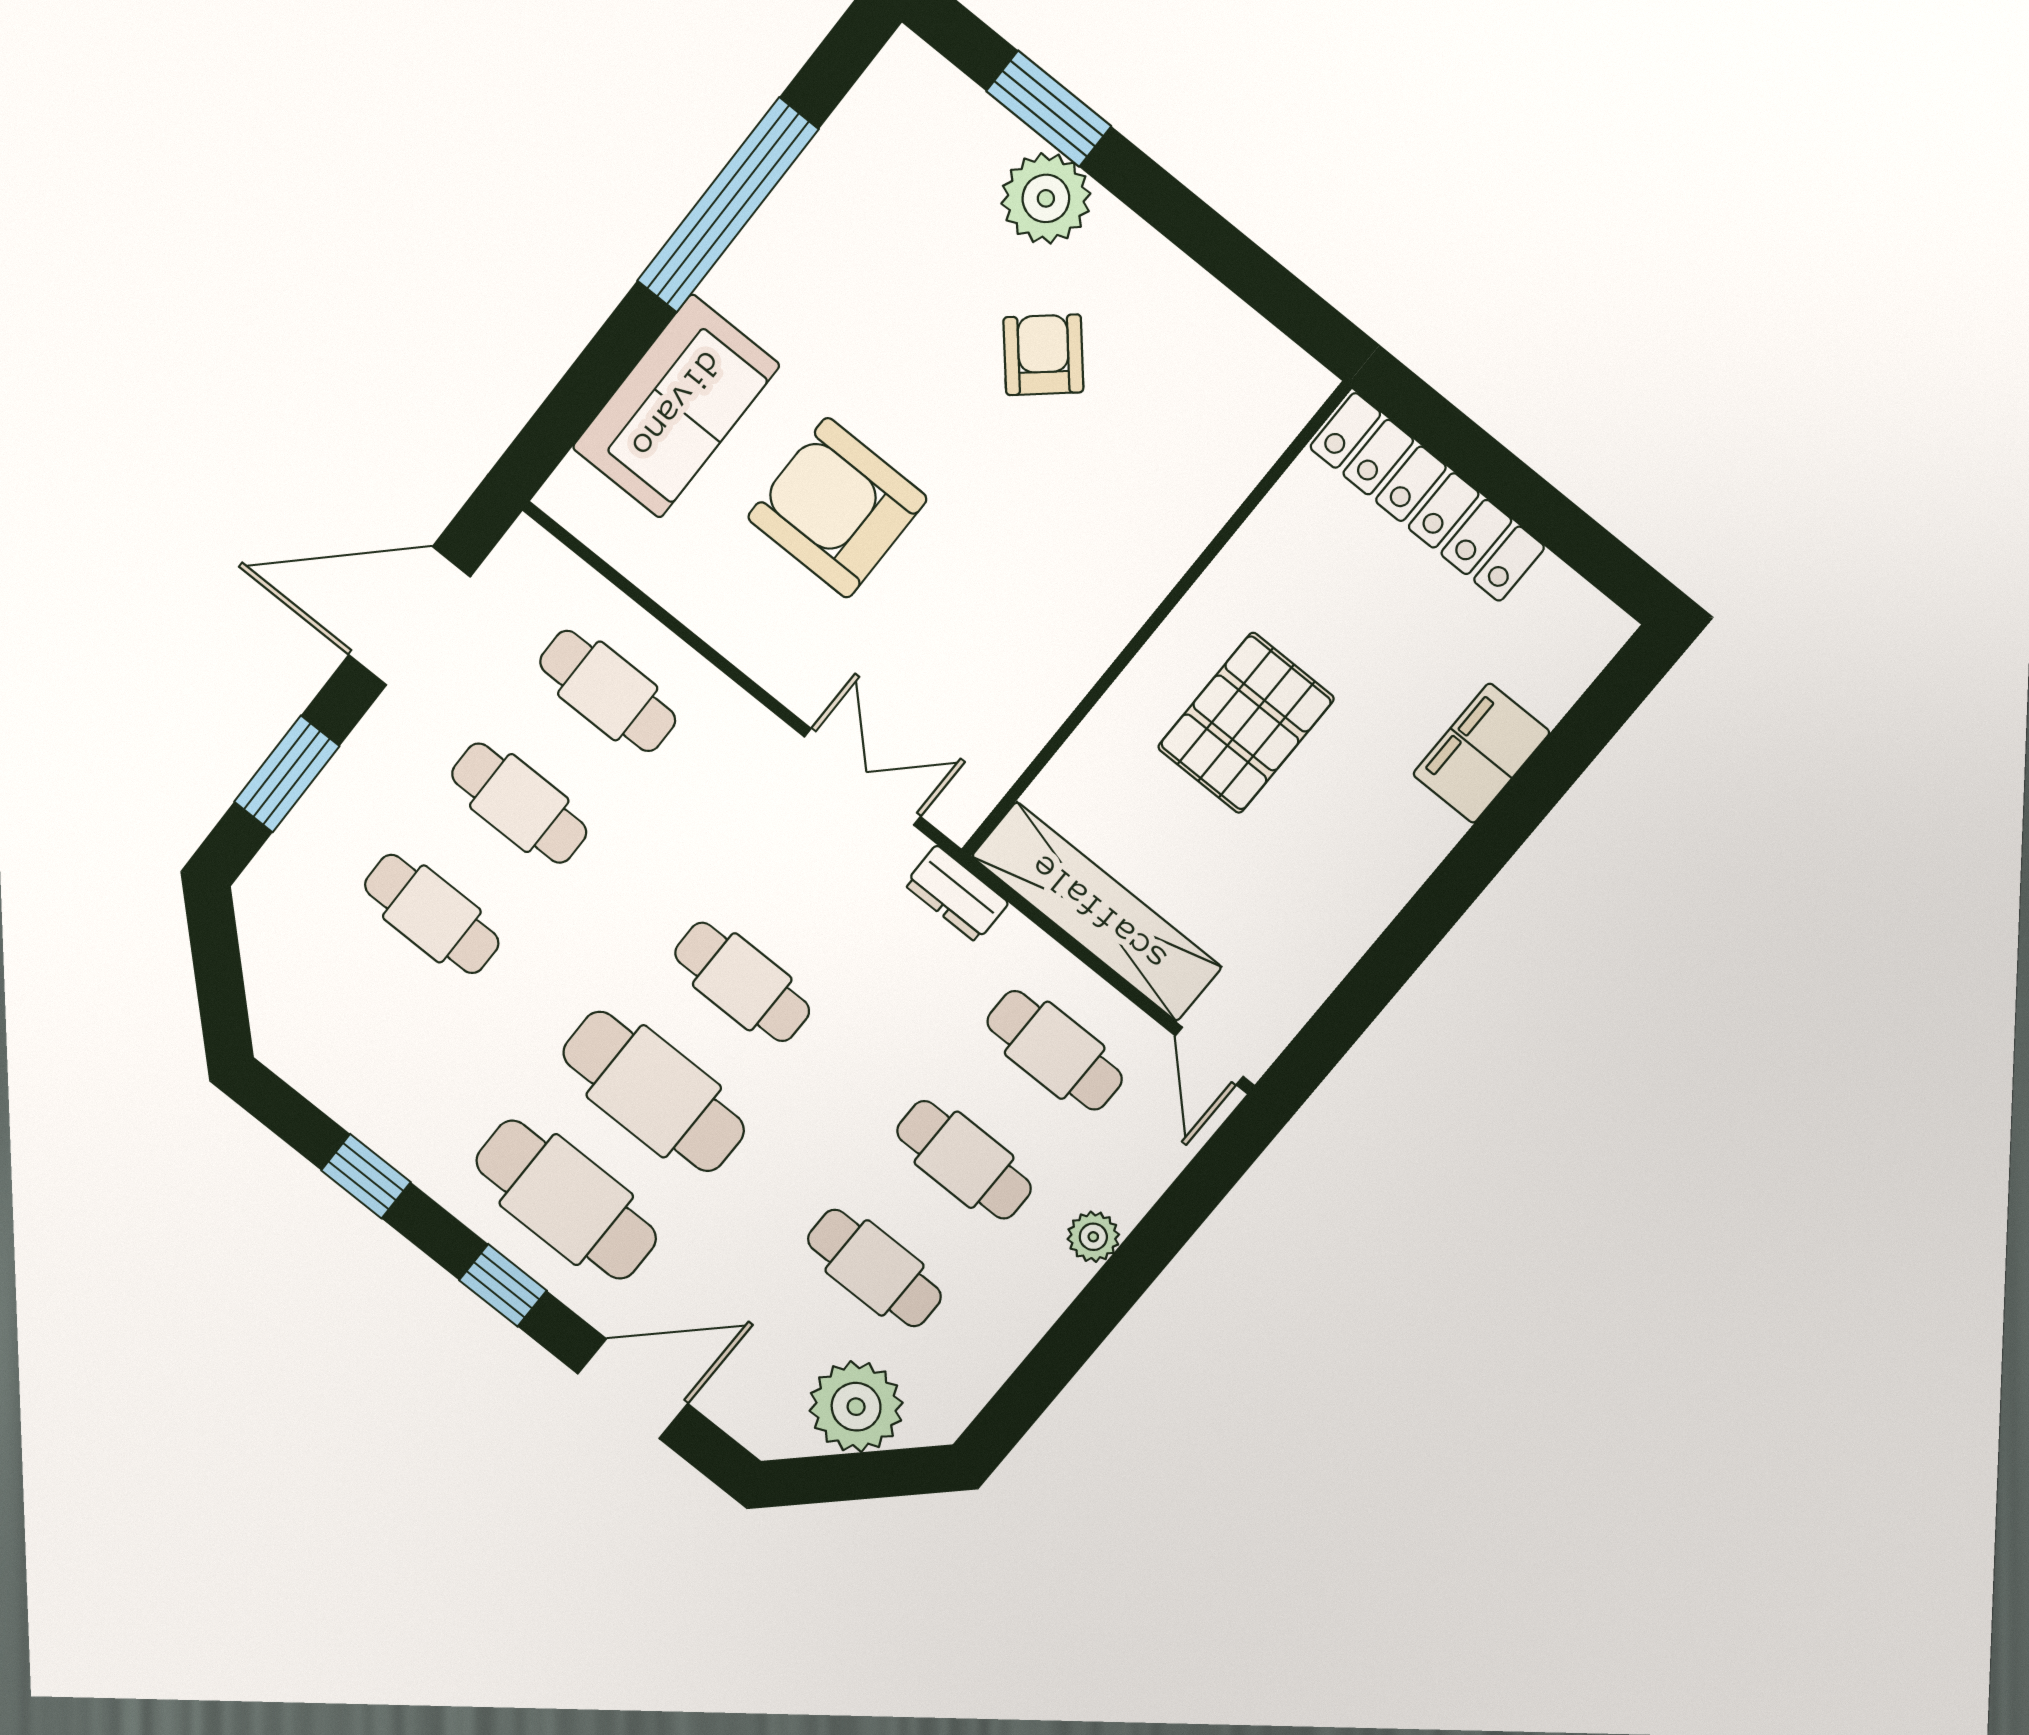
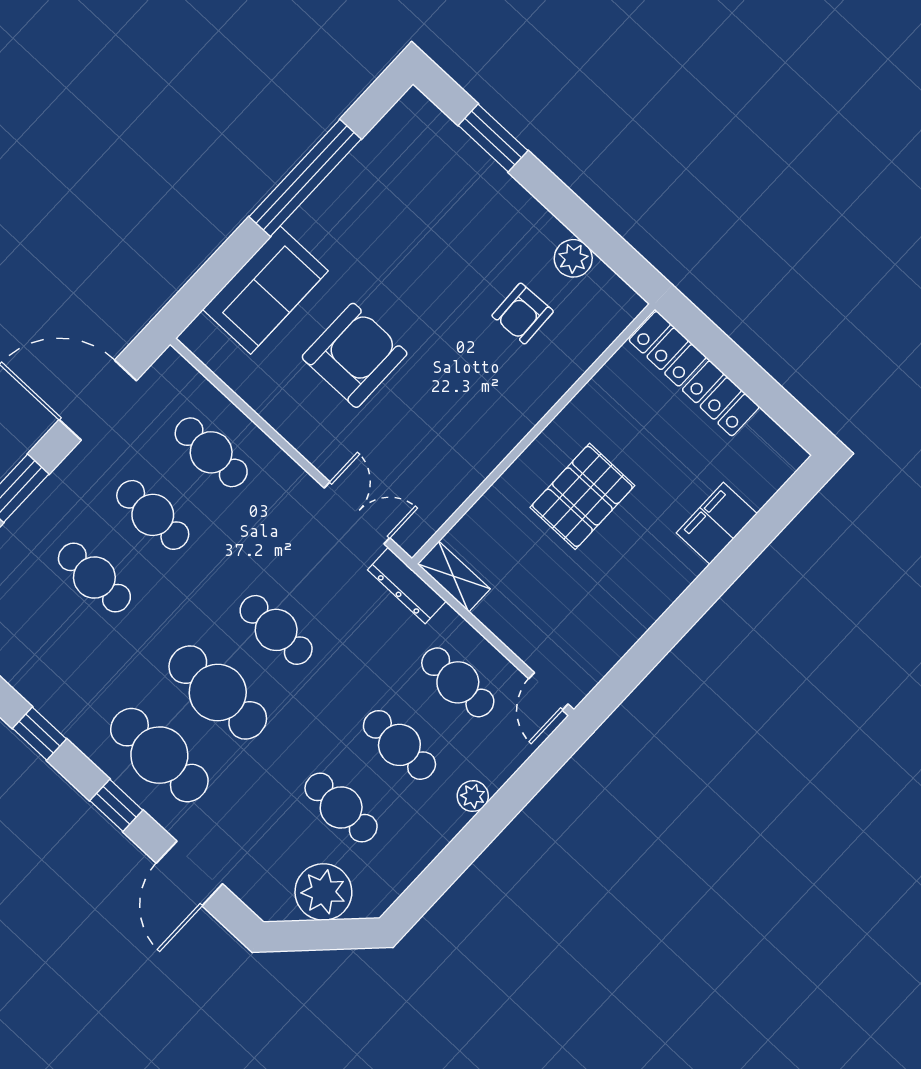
plant: (1046, 198) -> (573, 258), moved, width x0.73, depth x0.73
armchair: (1043, 355) -> (523, 314), moved, turned -141
armchair: (837, 508) -> (355, 355), turned 90
dresser: (956, 894) -> (407, 586), width x1.44
shelving: (1097, 912) -> (454, 576), width x0.45, depth x0.75
door: (633, 1389) -> (189, 873), swing flipped

